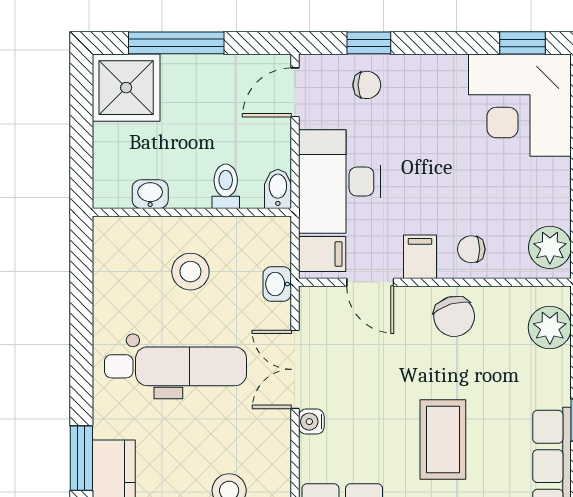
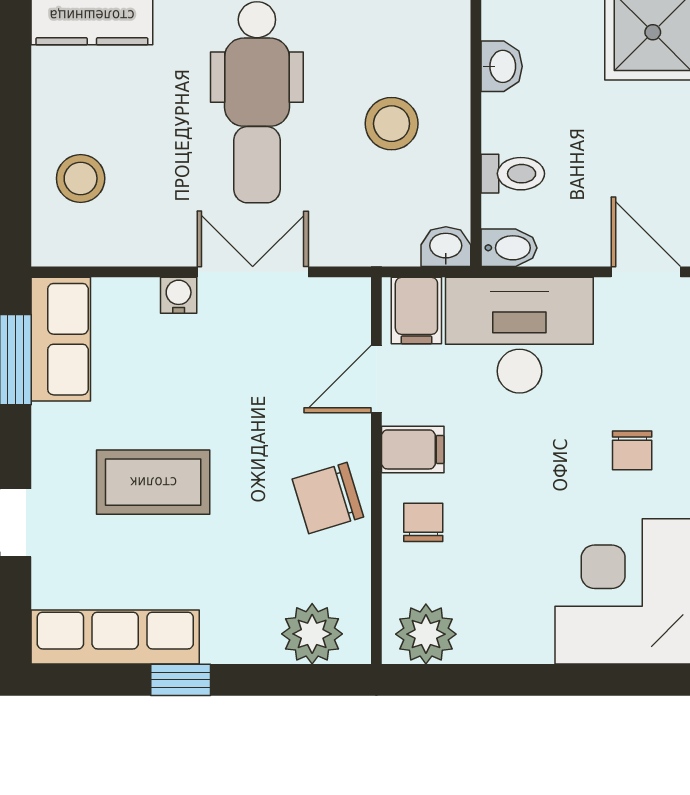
chair: (367, 85) -> (632, 450), moved
washbasin: (277, 284) -> (446, 247), moved

